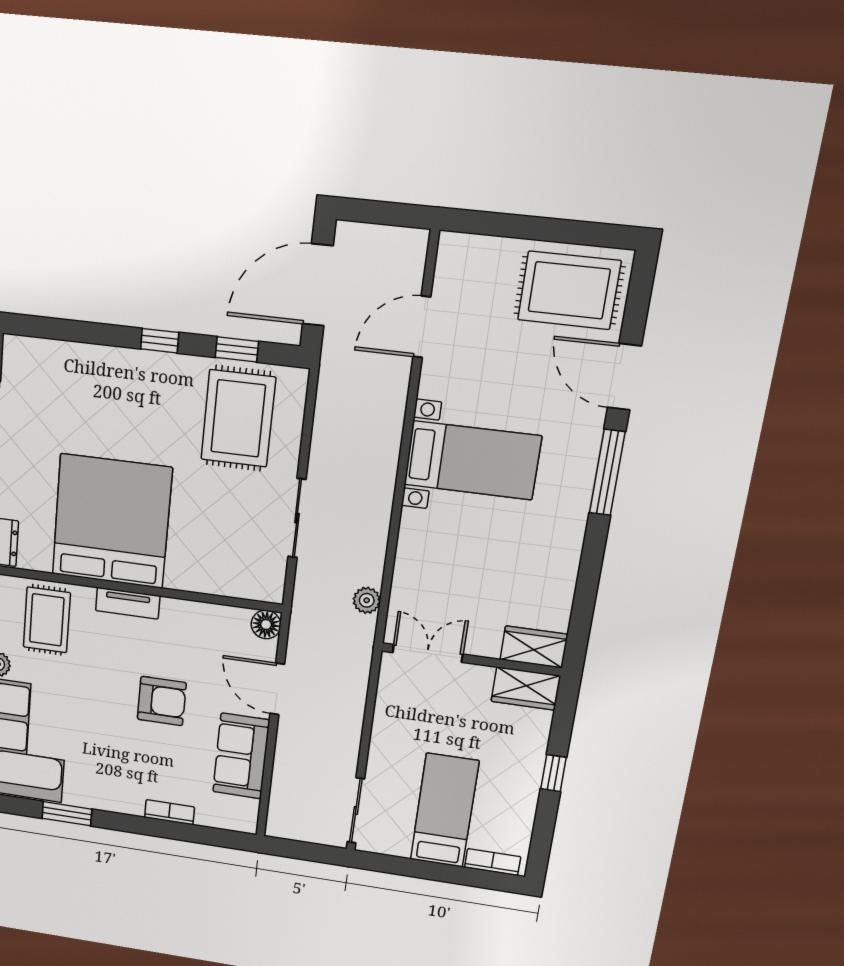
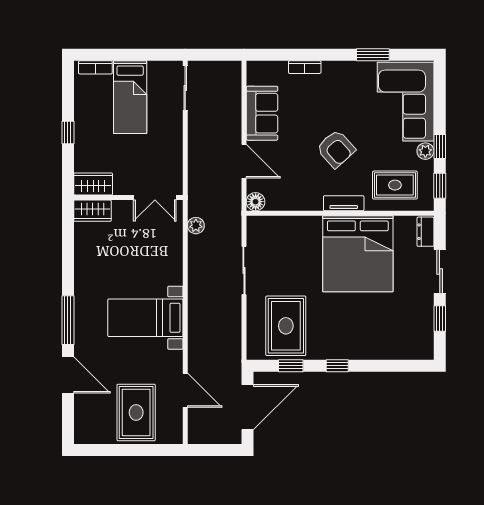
rug: (569, 290) -> (136, 413), moved, turned 90
door: (422, 327) -> (185, 390), hinge flipped
rug: (47, 620) -> (395, 185), turned 90
armchair: (162, 701) -> (336, 149), moved, turned -132

